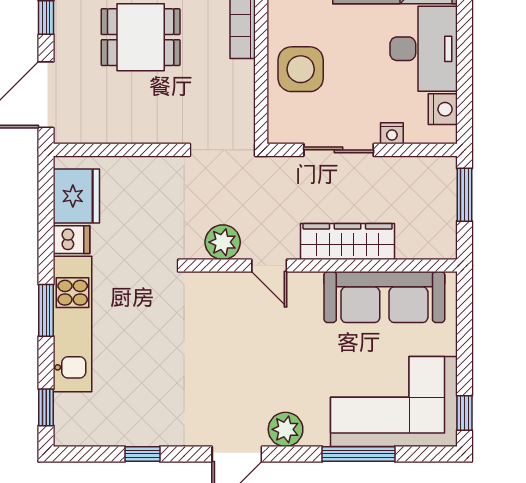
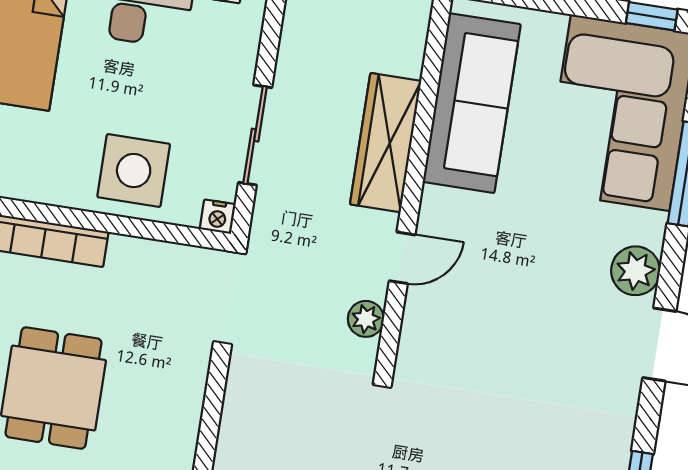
nightstand: (392, 133) -> (218, 217), moved, turned 90
plant: (223, 242) -> (366, 319), width x0.73, depth x0.73

